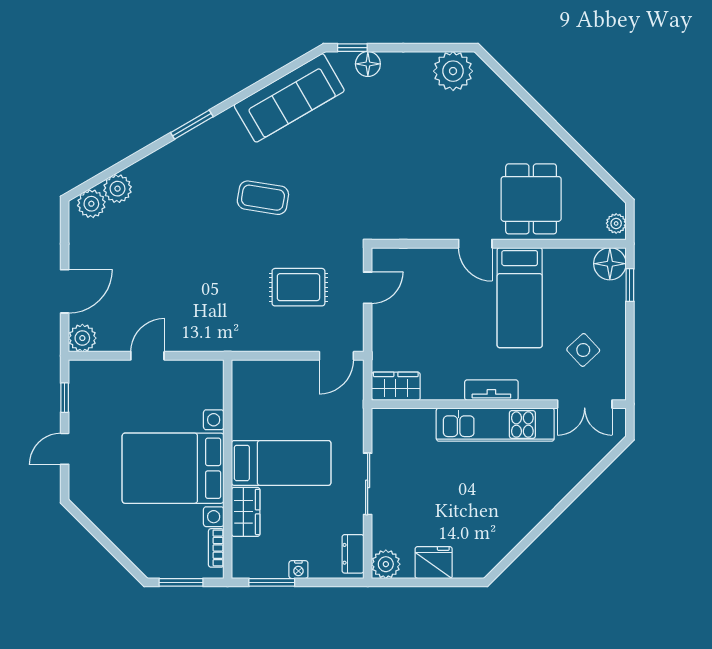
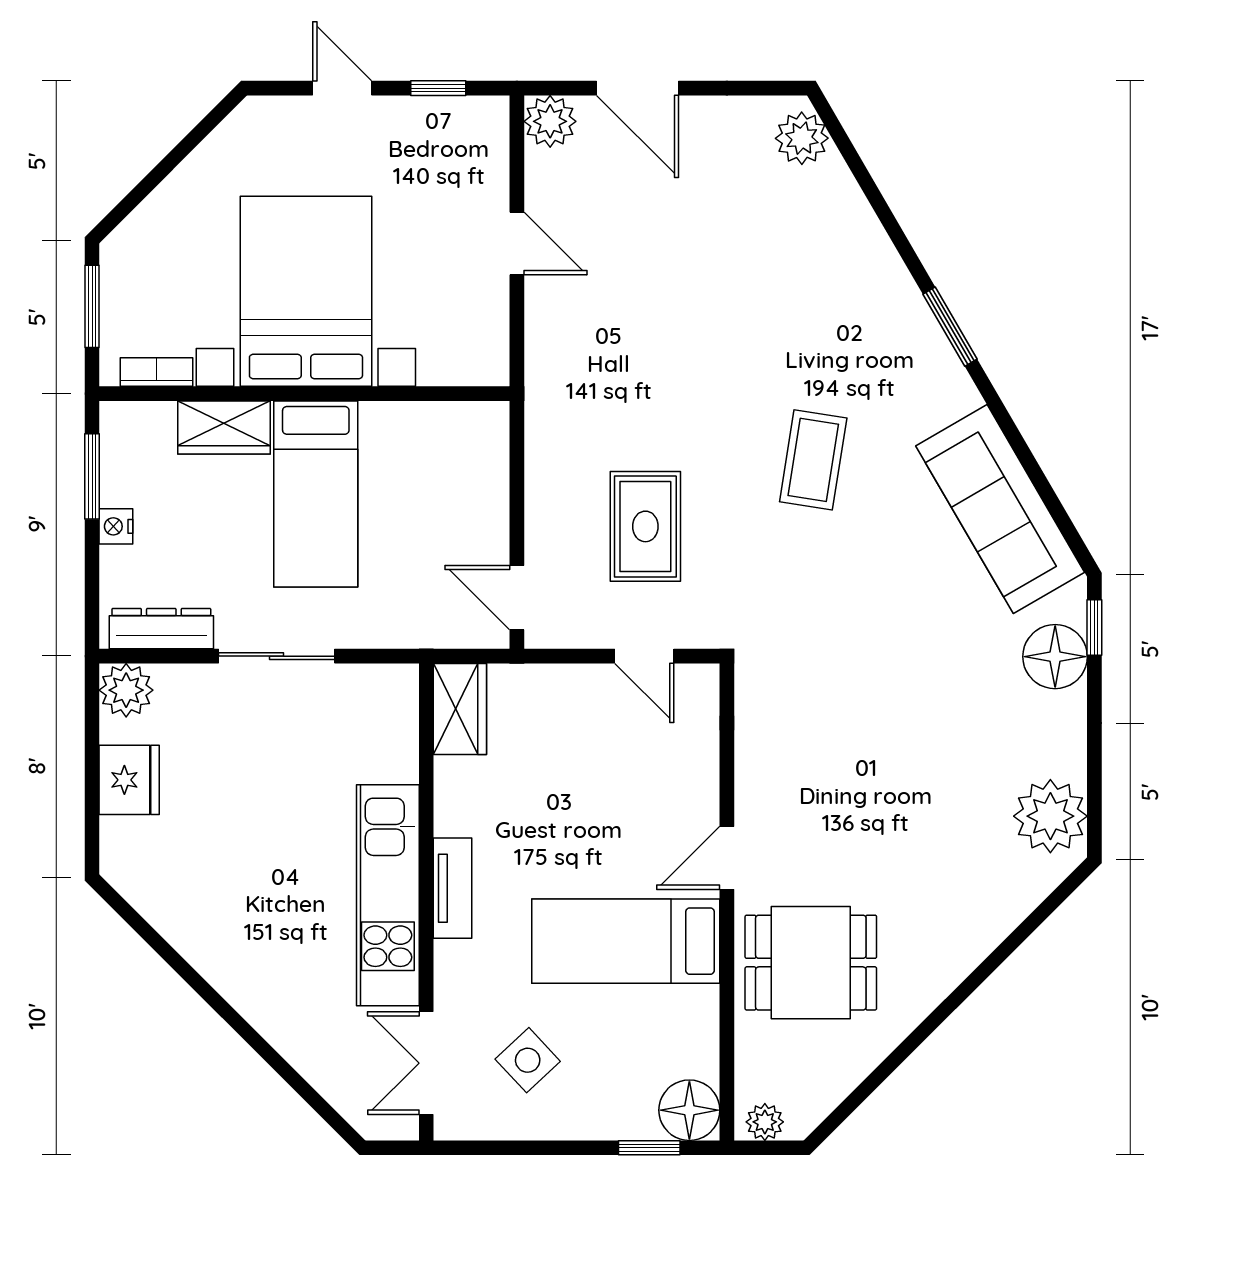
floor lamp: (368, 64) -> (1055, 657), width x1.38, depth x1.38
plant: (117, 189) -> (830, 187), removed
dresser: (353, 554) -> (161, 629), width x1.44

